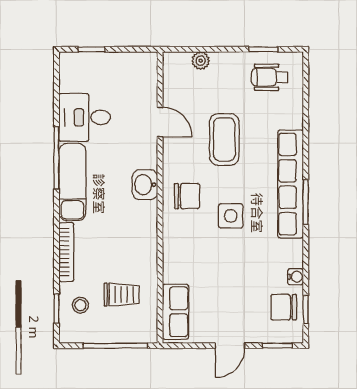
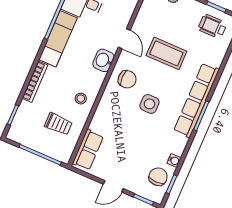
door: (160, 122) -> (124, 39), moved
coffee table: (224, 139) -> (166, 53), turned 90
stool: (80, 305) -> (81, 99), moved
chair: (284, 307) -> (158, 177), turned 90

